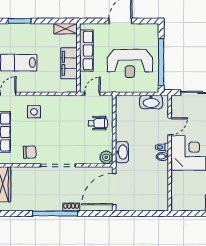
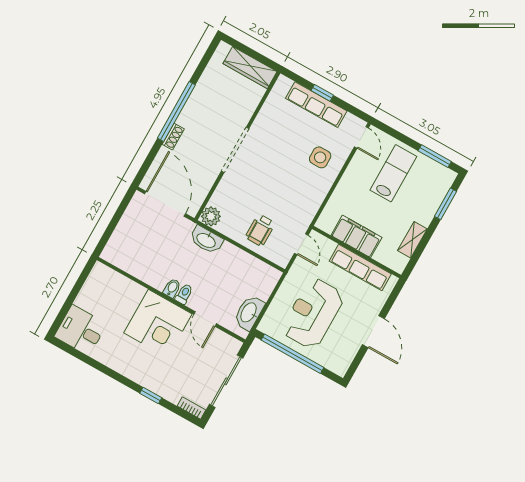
shelving: (66, 29) -> (412, 240), moved
chair: (30, 152) -> (272, 123), removed

